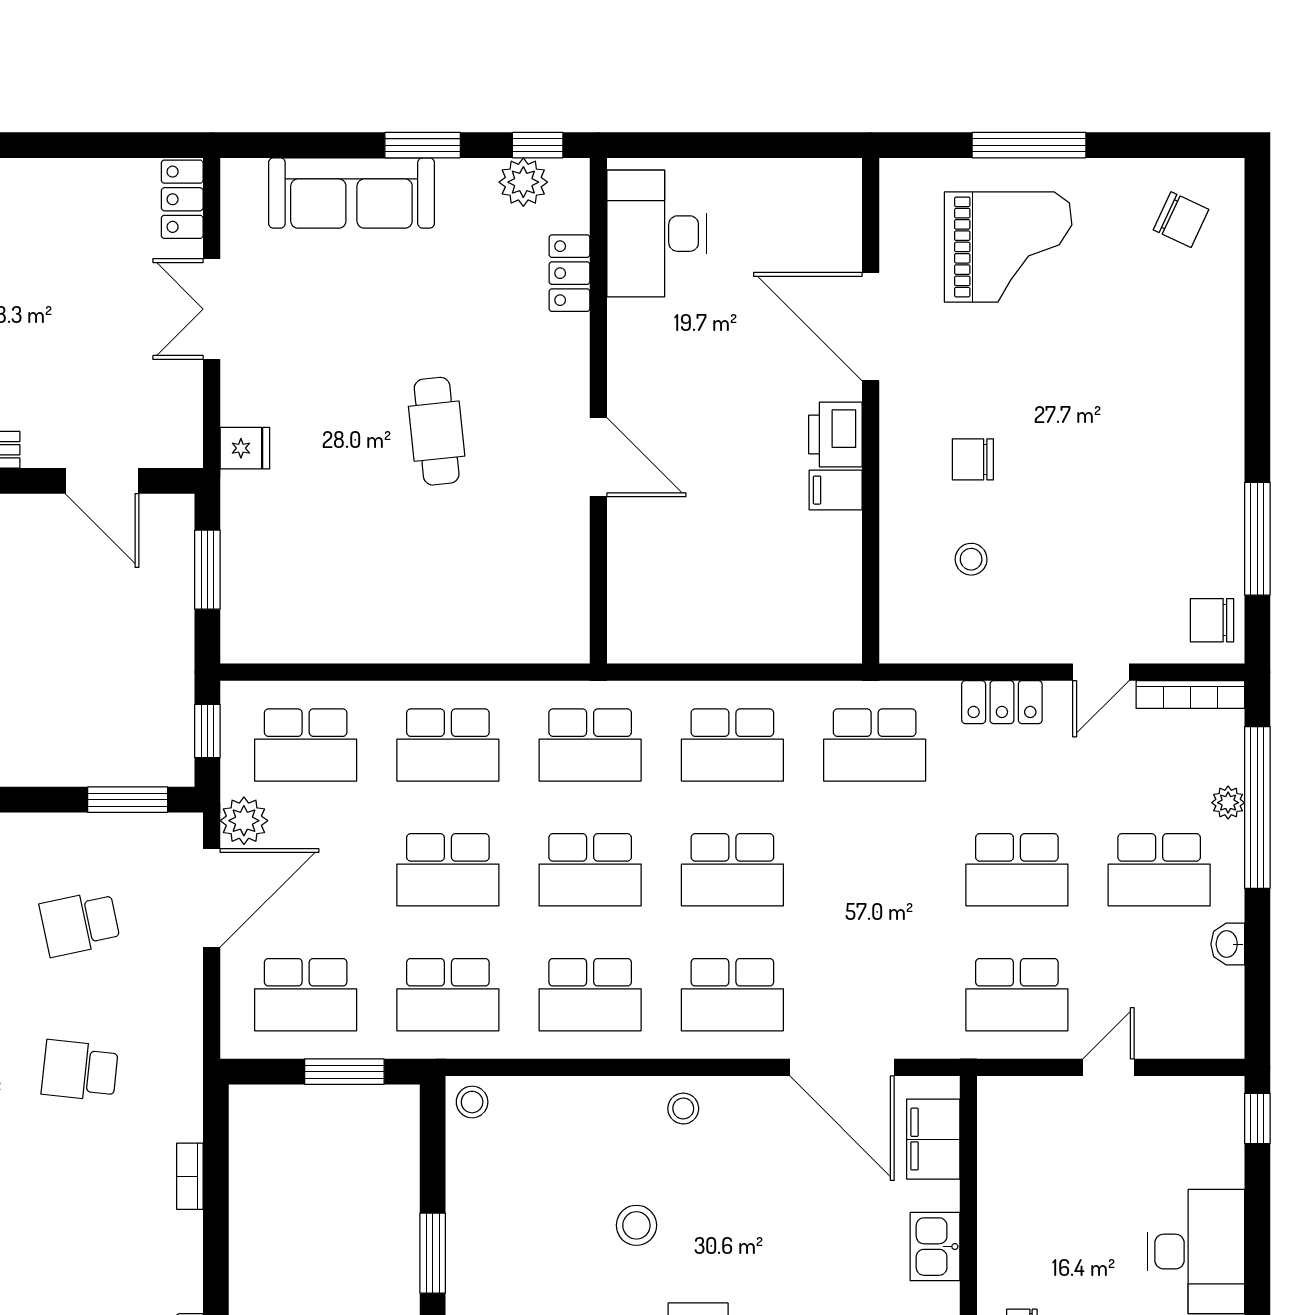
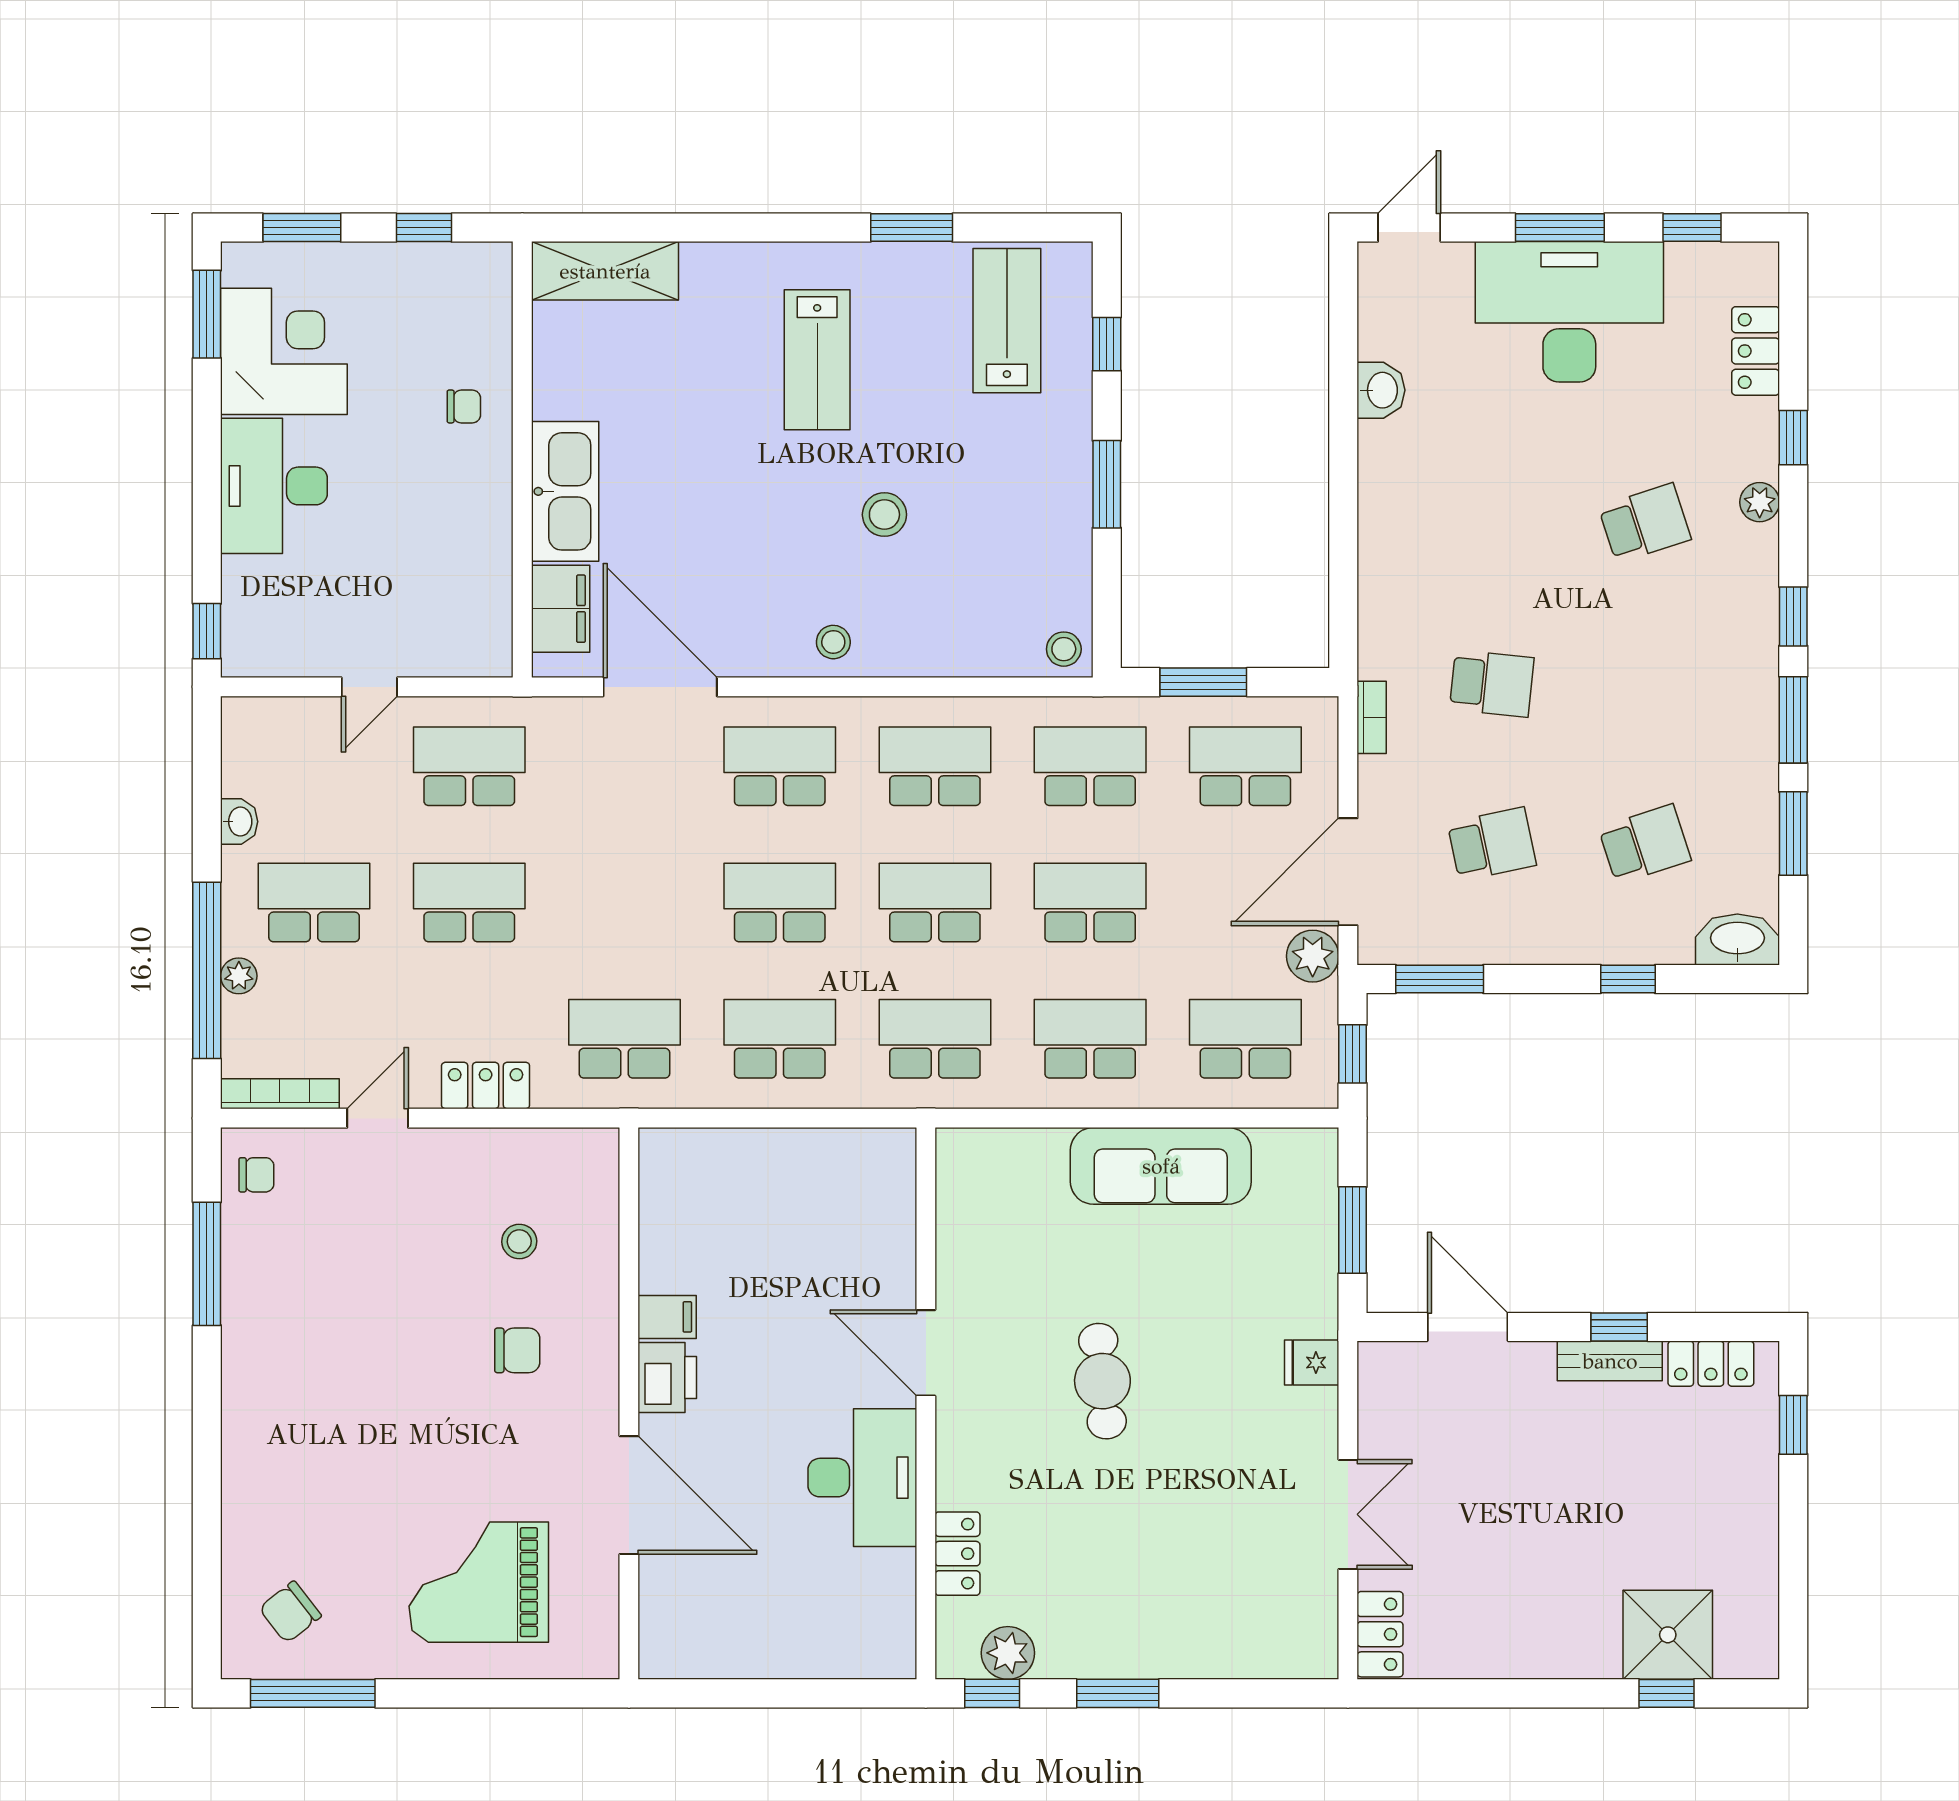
window: (1029, 145) -> (313, 1693), moved
sofa: (351, 193) -> (1161, 1166), moved, turned 180
chair: (1181, 220) -> (290, 1612), turned -63
desk: (657, 234) -> (862, 1478), moved
chair: (1212, 620) -> (256, 1175), width x0.73, depth x0.73
bookcase: (190, 1176) -> (1372, 717), moved
kitchen sink: (935, 1247) -> (565, 491), width x1.88, depth x1.24

